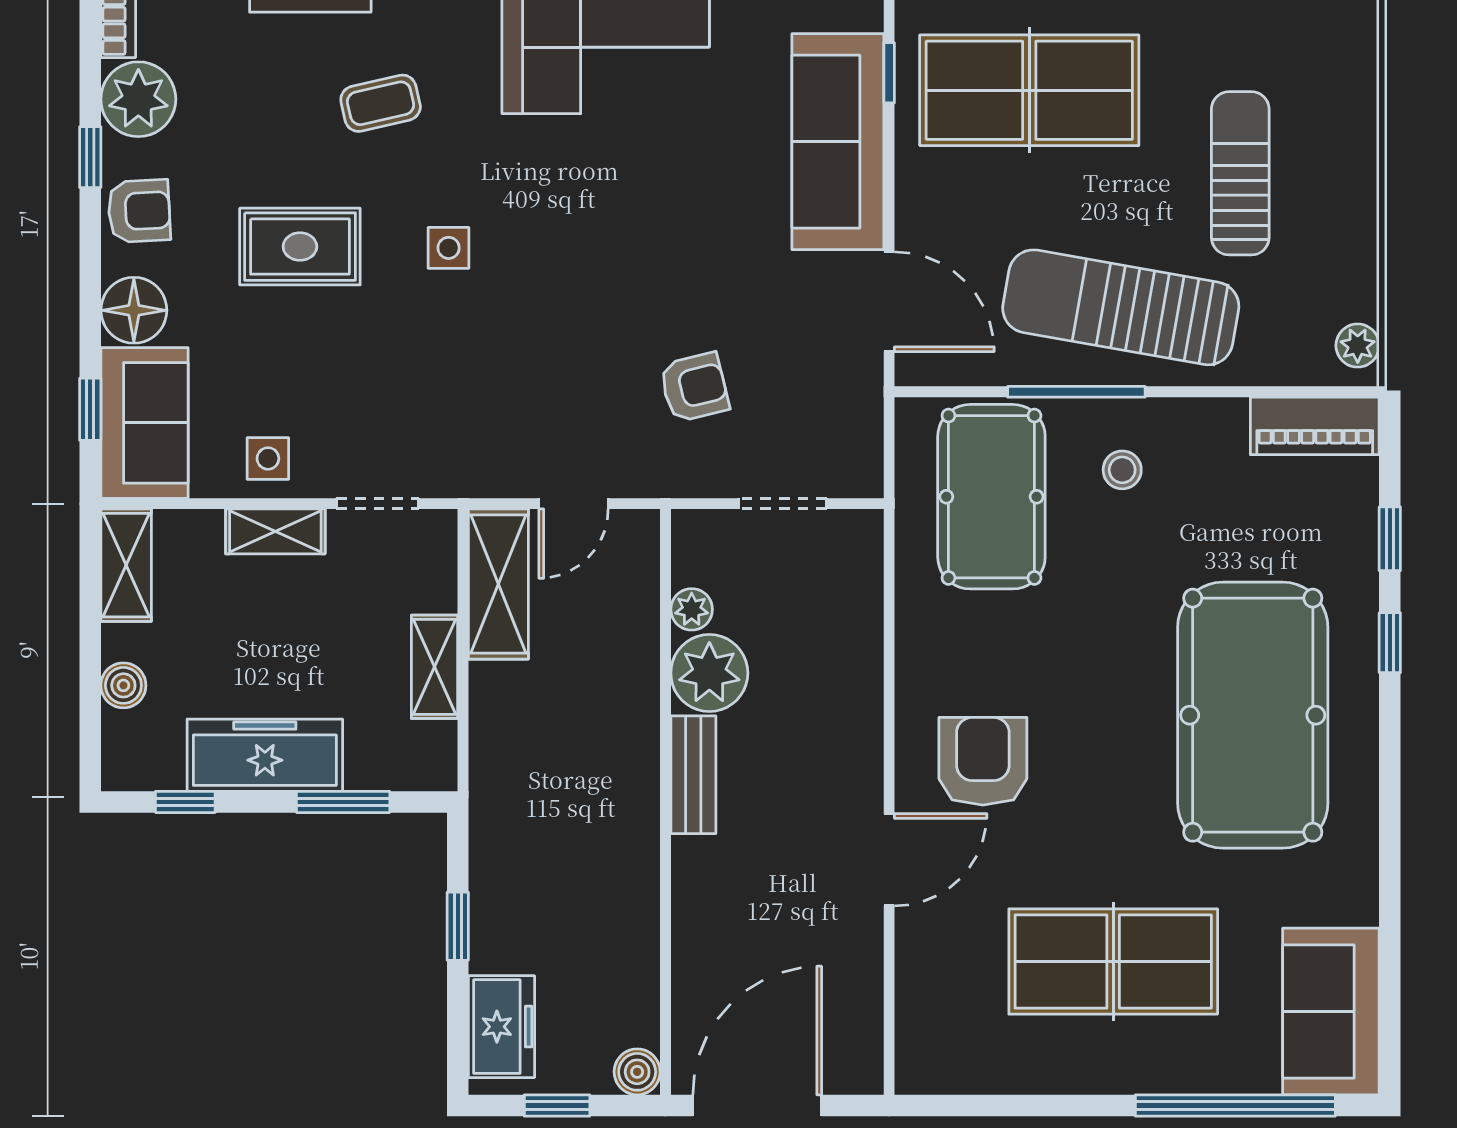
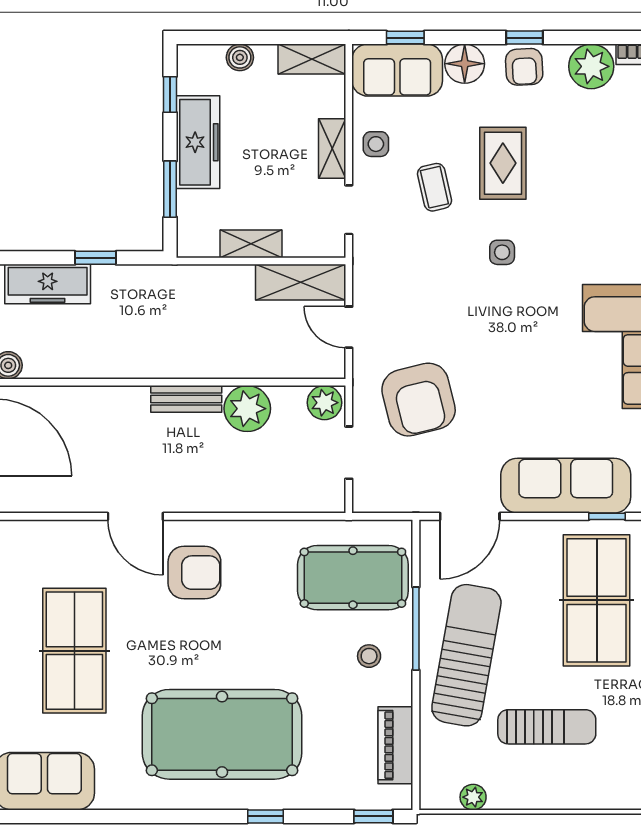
coffee table: (381, 103) -> (434, 187), moved
window: (90, 157) -> (525, 38), moved
plant: (1358, 346) -> (473, 797), moved
armchair: (694, 387) -> (419, 400), width x1.88, depth x1.88
piano: (1315, 426) -> (395, 745), moved
window: (1390, 539) -> (373, 816), moved
plant: (692, 609) -> (325, 403), moved, width x1.38, depth x1.38
freezer: (502, 1027) -> (48, 284), width x1.40

